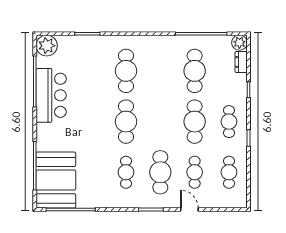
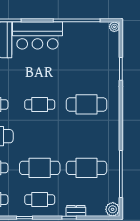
plant: (47, 46) -> (114, 27), width x0.53, depth x0.53
dresser: (241, 62) -> (76, 211), moved
bar counter: (51, 95) -> (37, 35), moved
cafe table: (126, 122) -> (40, 104), width x0.73, depth x0.74

